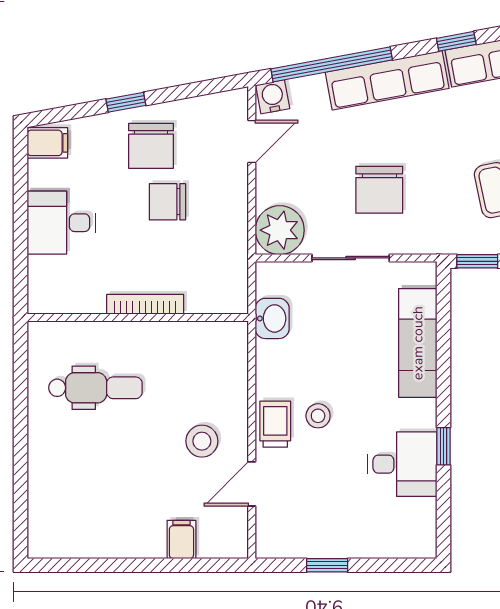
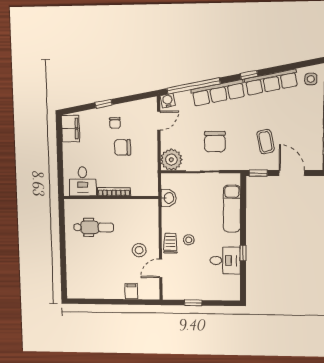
filing cabinet: (47, 143) -> (70, 129), width x2.00
chair: (151, 146) -> (115, 123), width x0.54, depth x0.54
desk: (61, 223) -> (83, 181), moved, turned -90

